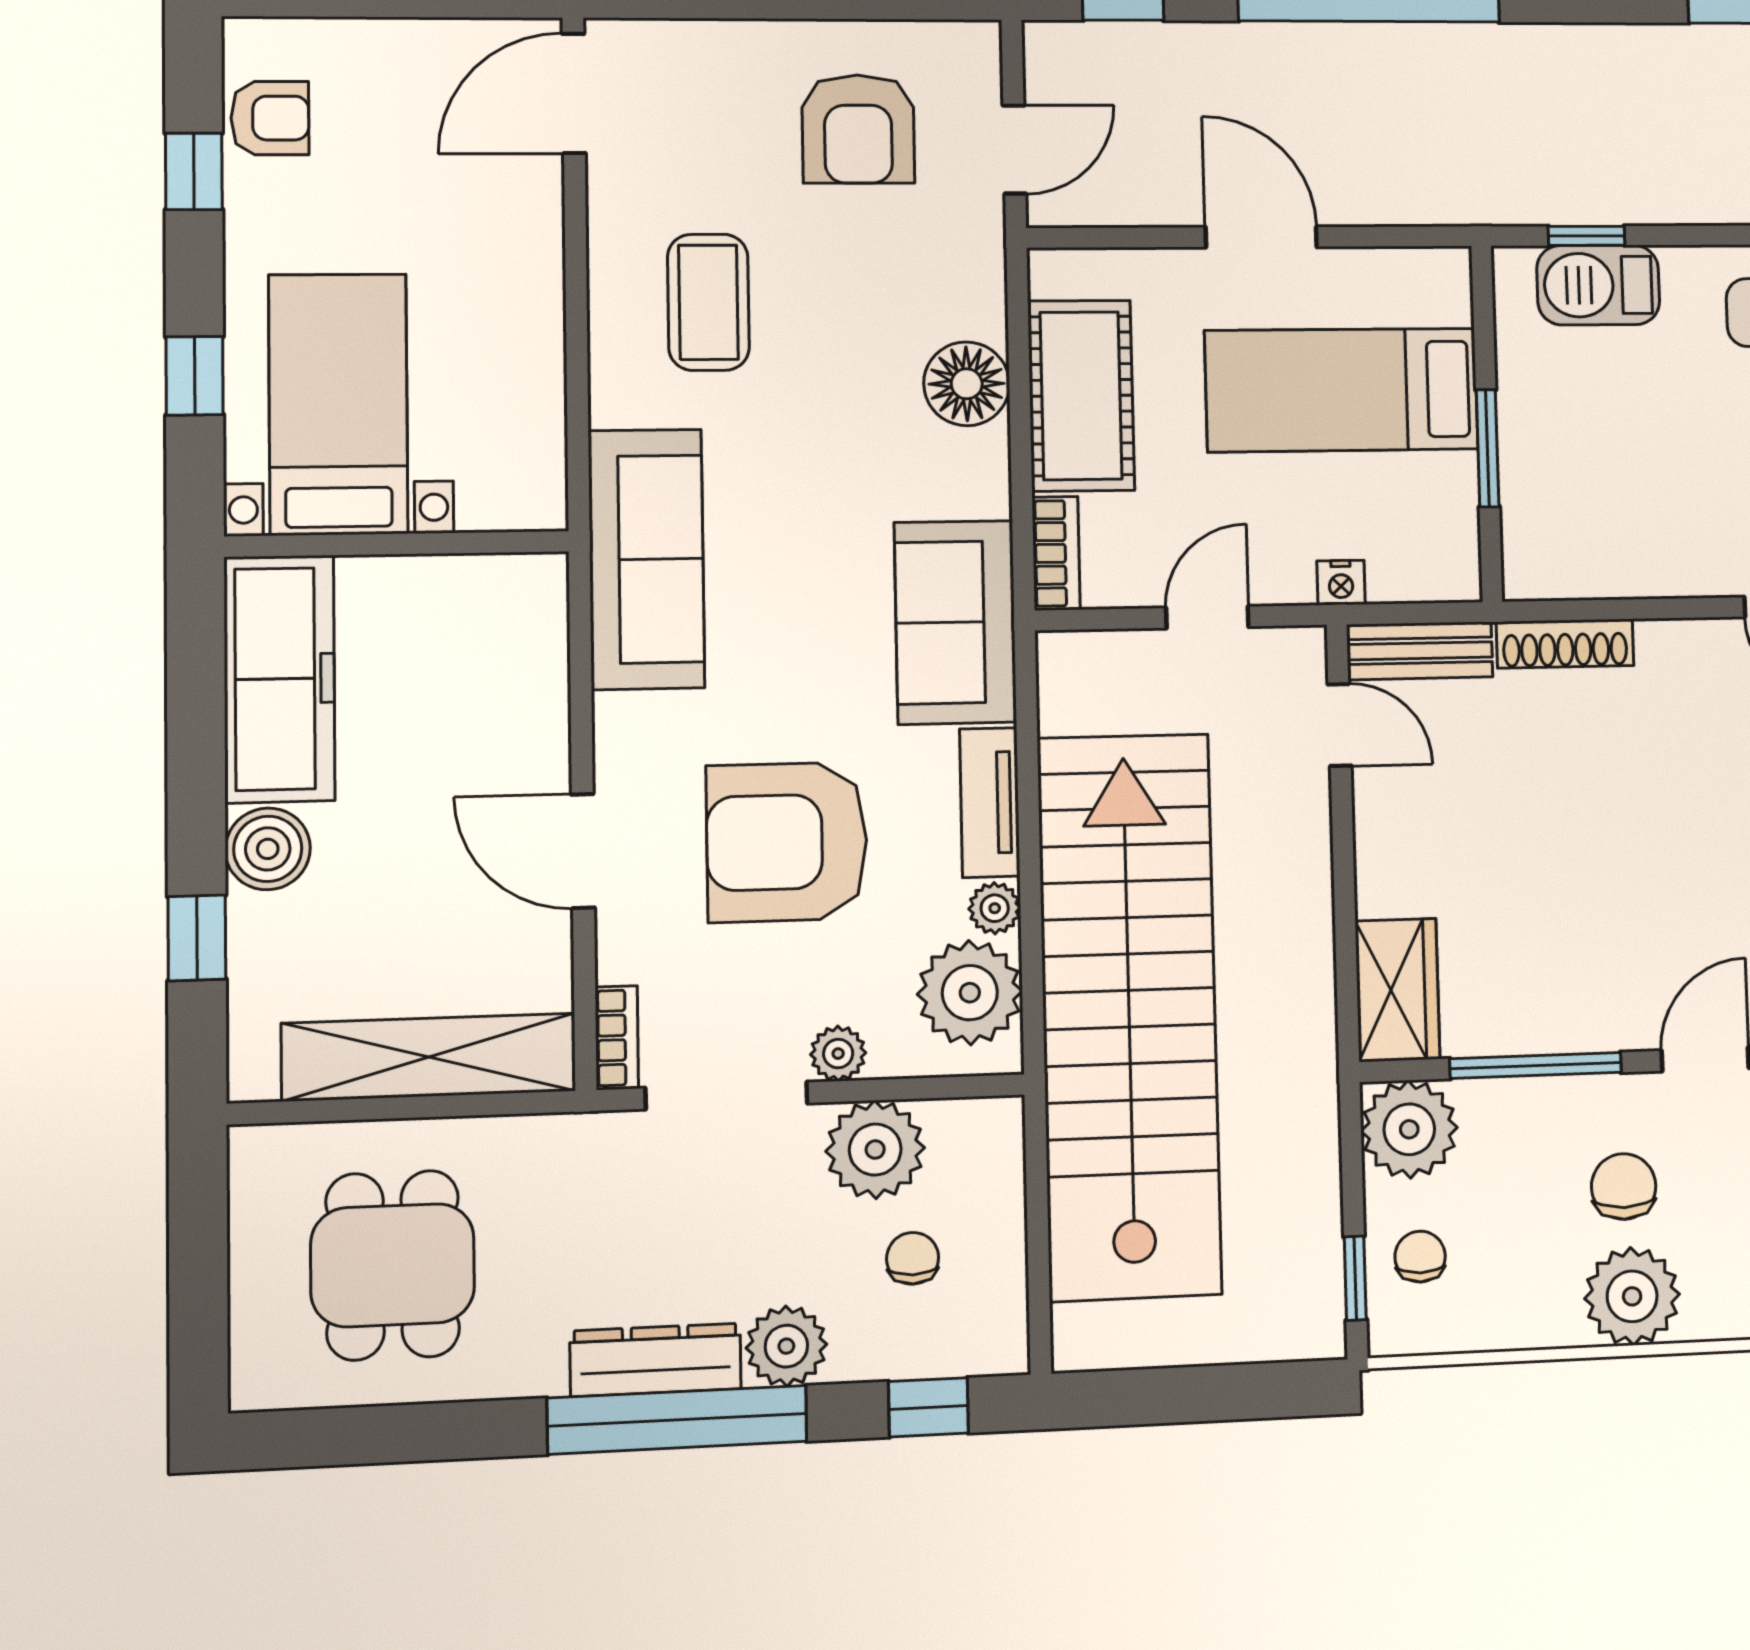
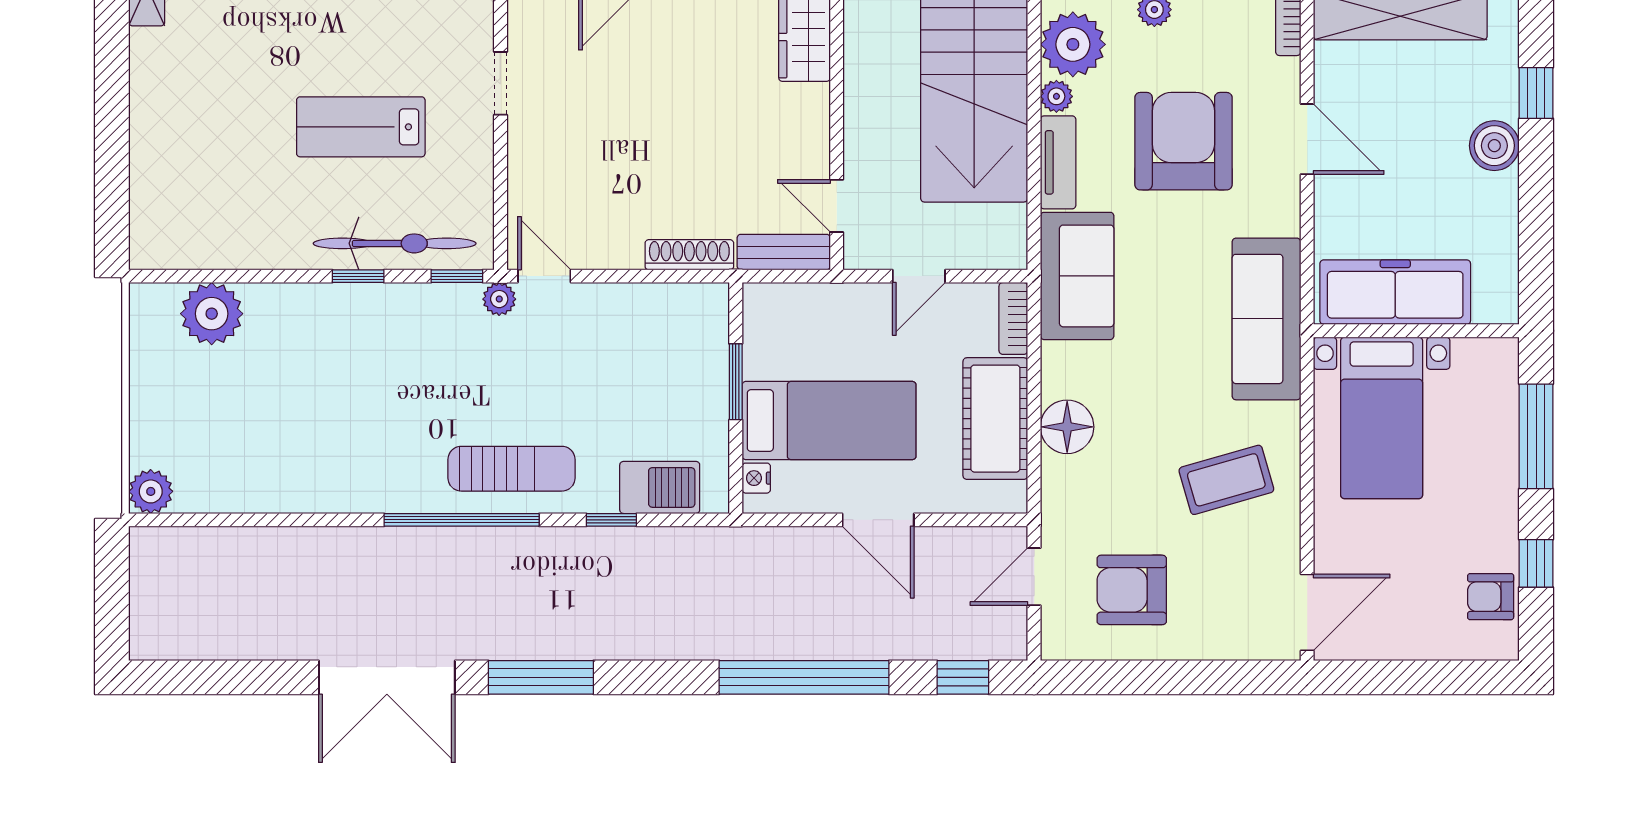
armchair: (858, 129) -> (1132, 590), turned -90
window: (1587, 236) -> (611, 520), moved
coffee table: (708, 302) -> (1226, 480), turned 74
window: (195, 376) -> (1536, 436), width x2.17
bed with nightstands: (338, 404) -> (1382, 418), moved
nightstand: (1341, 583) -> (756, 478), moved, turned -90
freezer: (279, 679) -> (1395, 292), moved, turned 90
armchair: (787, 842) -> (1183, 141), turned -90

